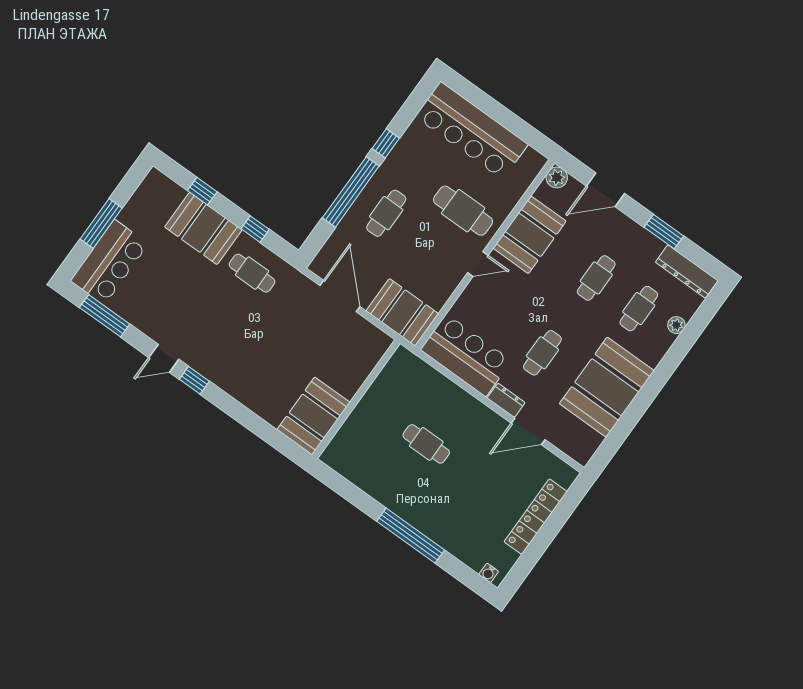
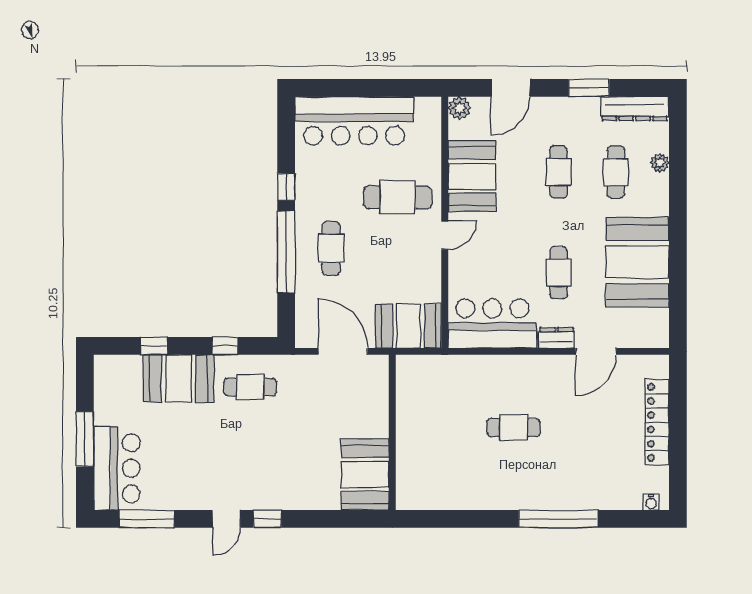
wall: (356, 399) -> (392, 432), moved
booth: (313, 416) -> (365, 475), moved

